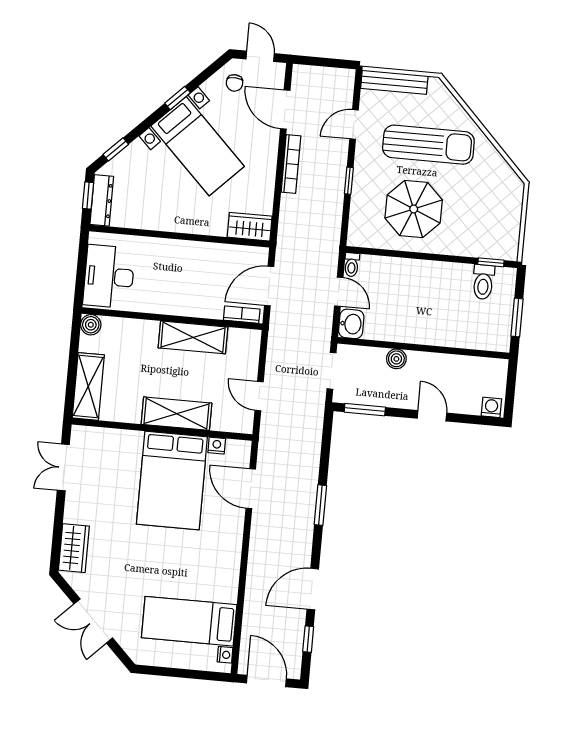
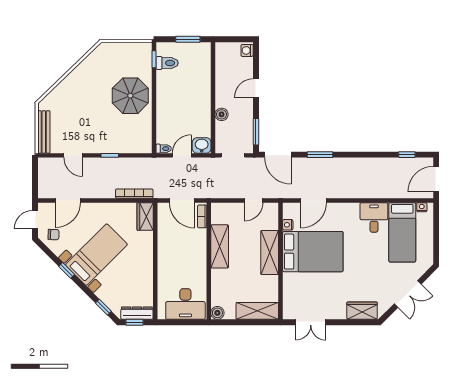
sun lounger: (428, 145) -> (82, 106), removed
bookcase: (291, 164) -> (134, 194), moved
parasol: (414, 209) -> (130, 96), moved
desk: (216, 580) -> (374, 217), added
door: (313, 589) -> (278, 155), moved

